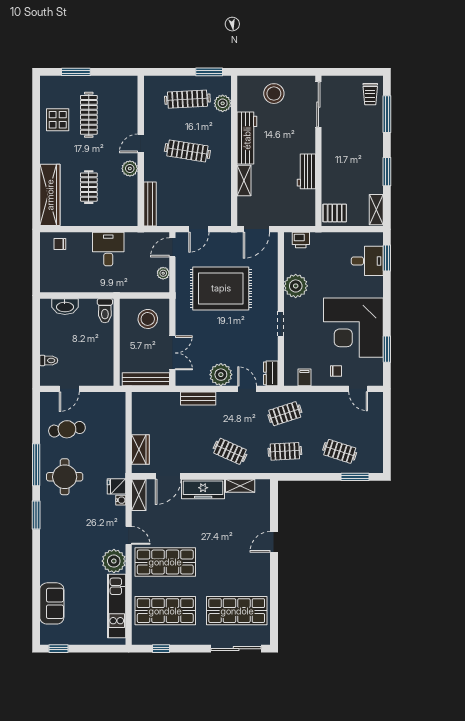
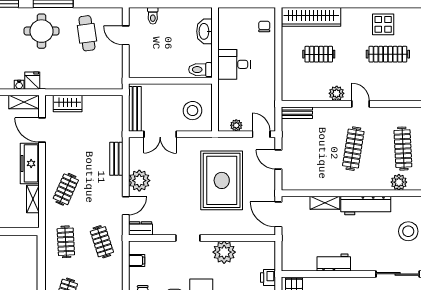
bench: (150, 204) -> (297, 113), width x0.73
printer: (301, 240) -> (268, 278), moved
desk: (108, 249) -> (234, 64), moved, turned 180

